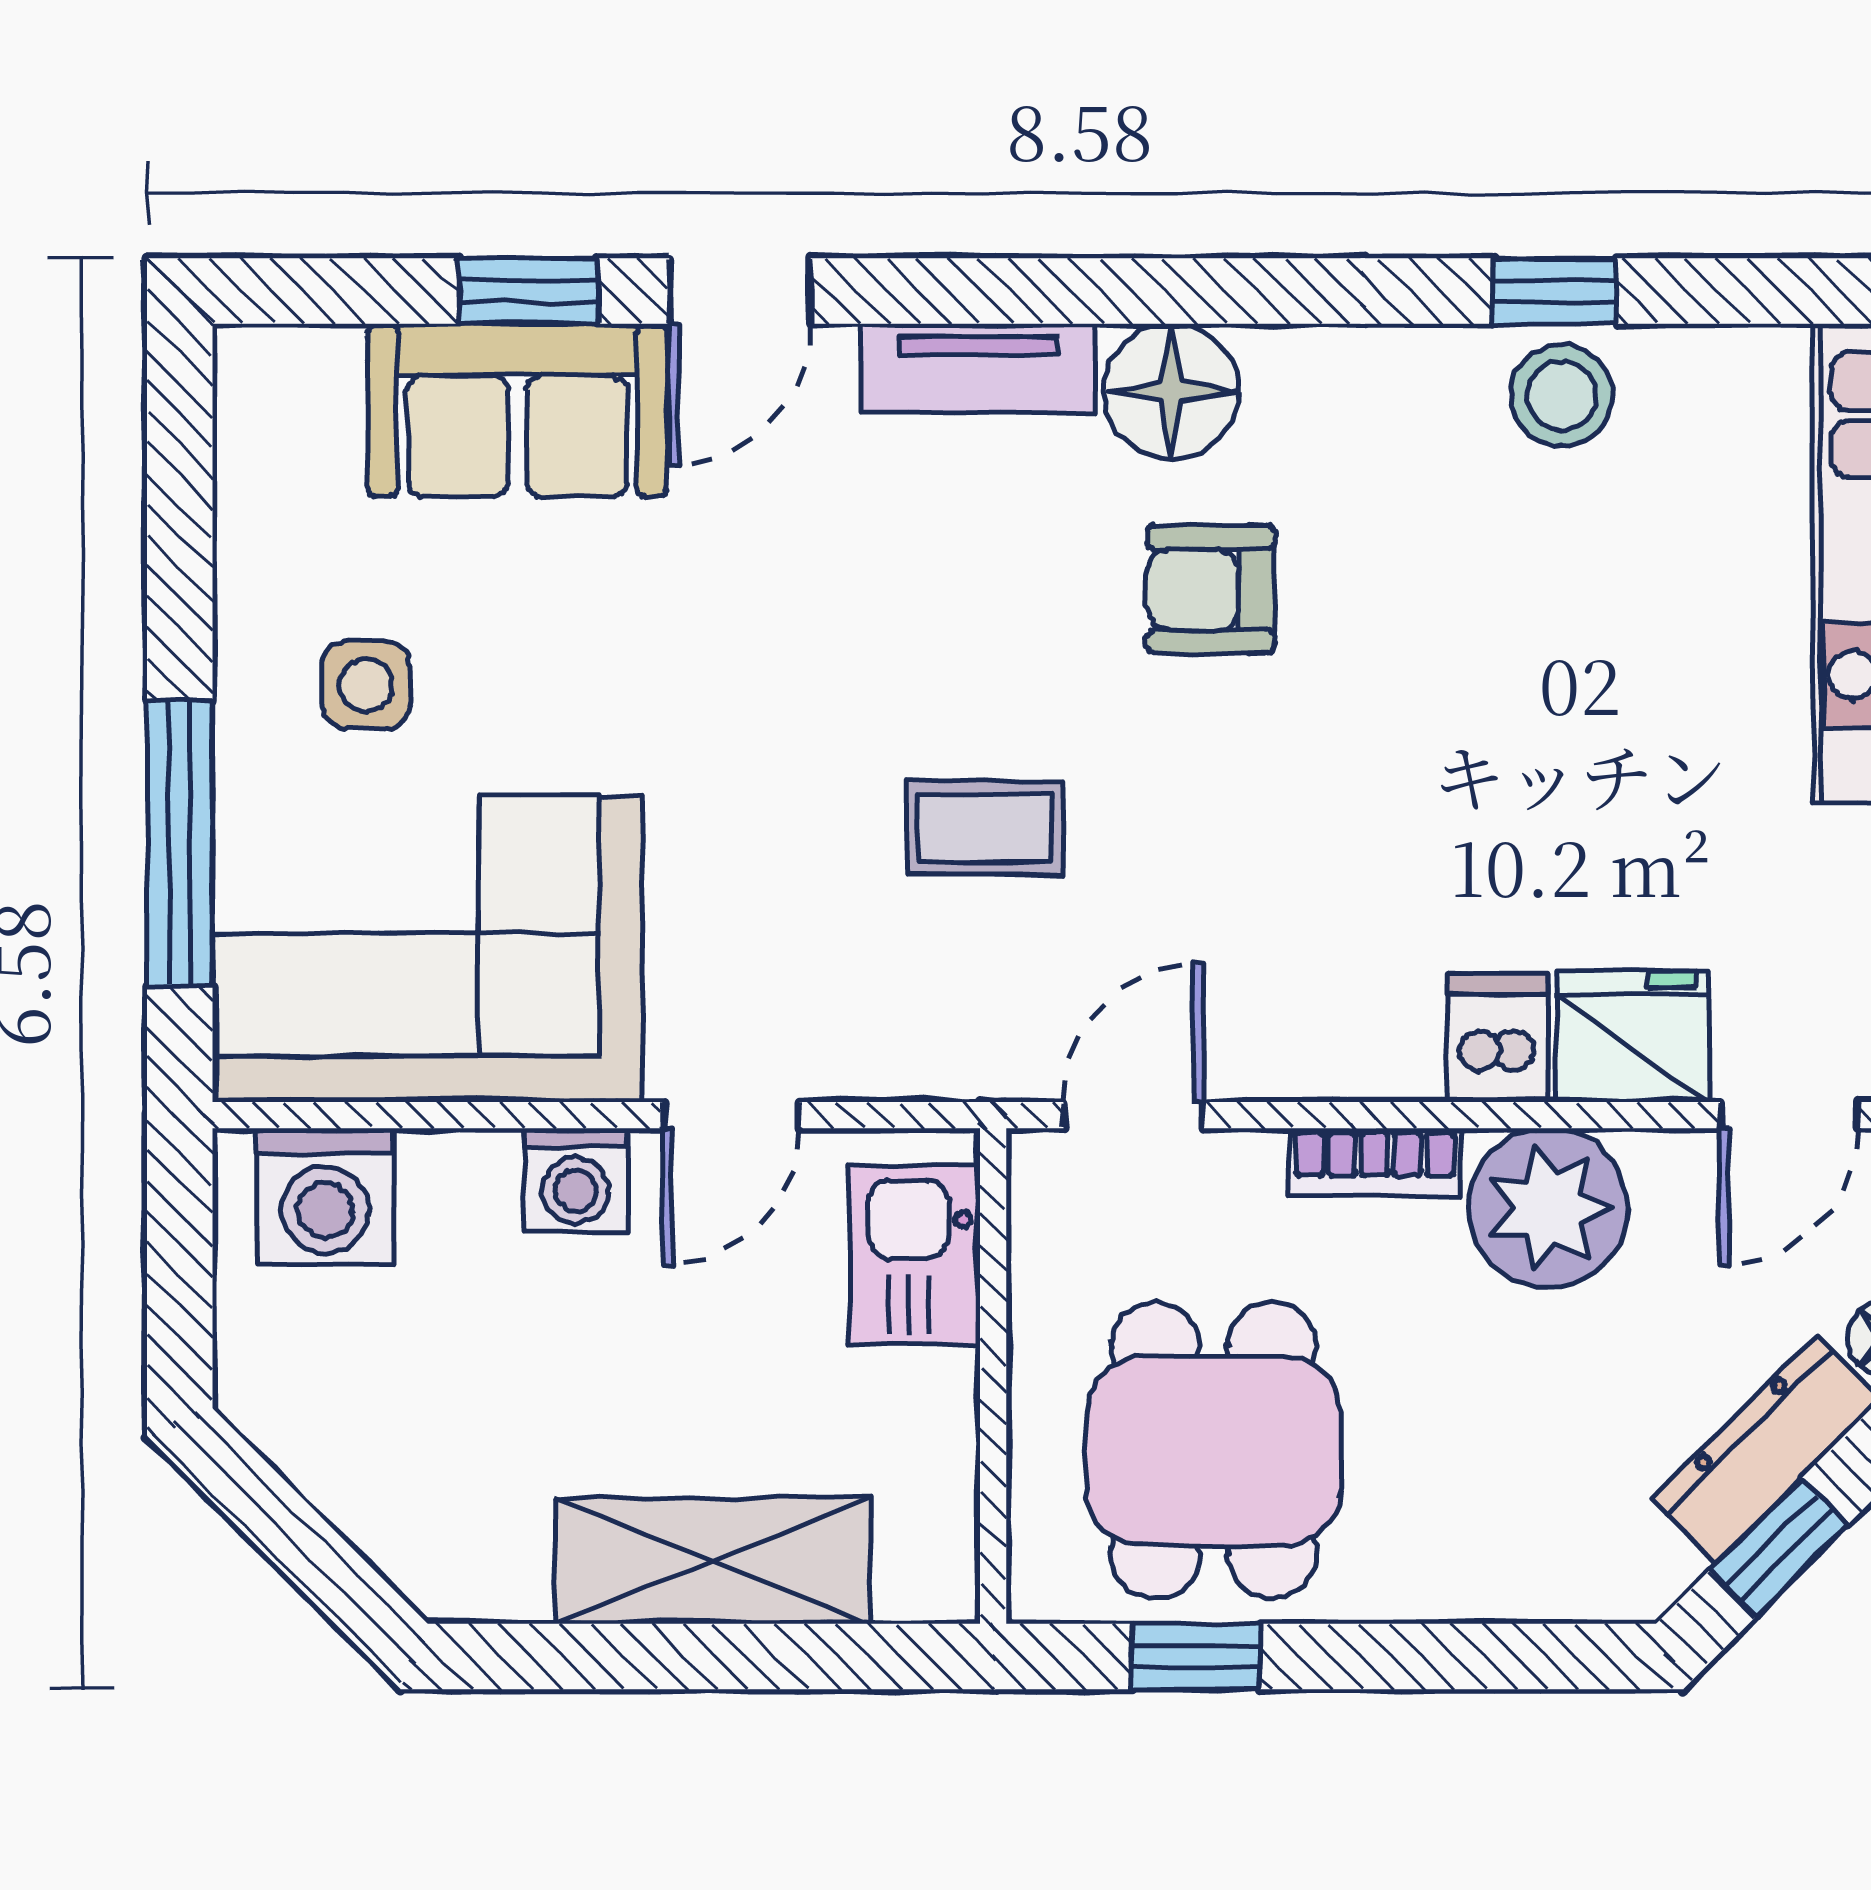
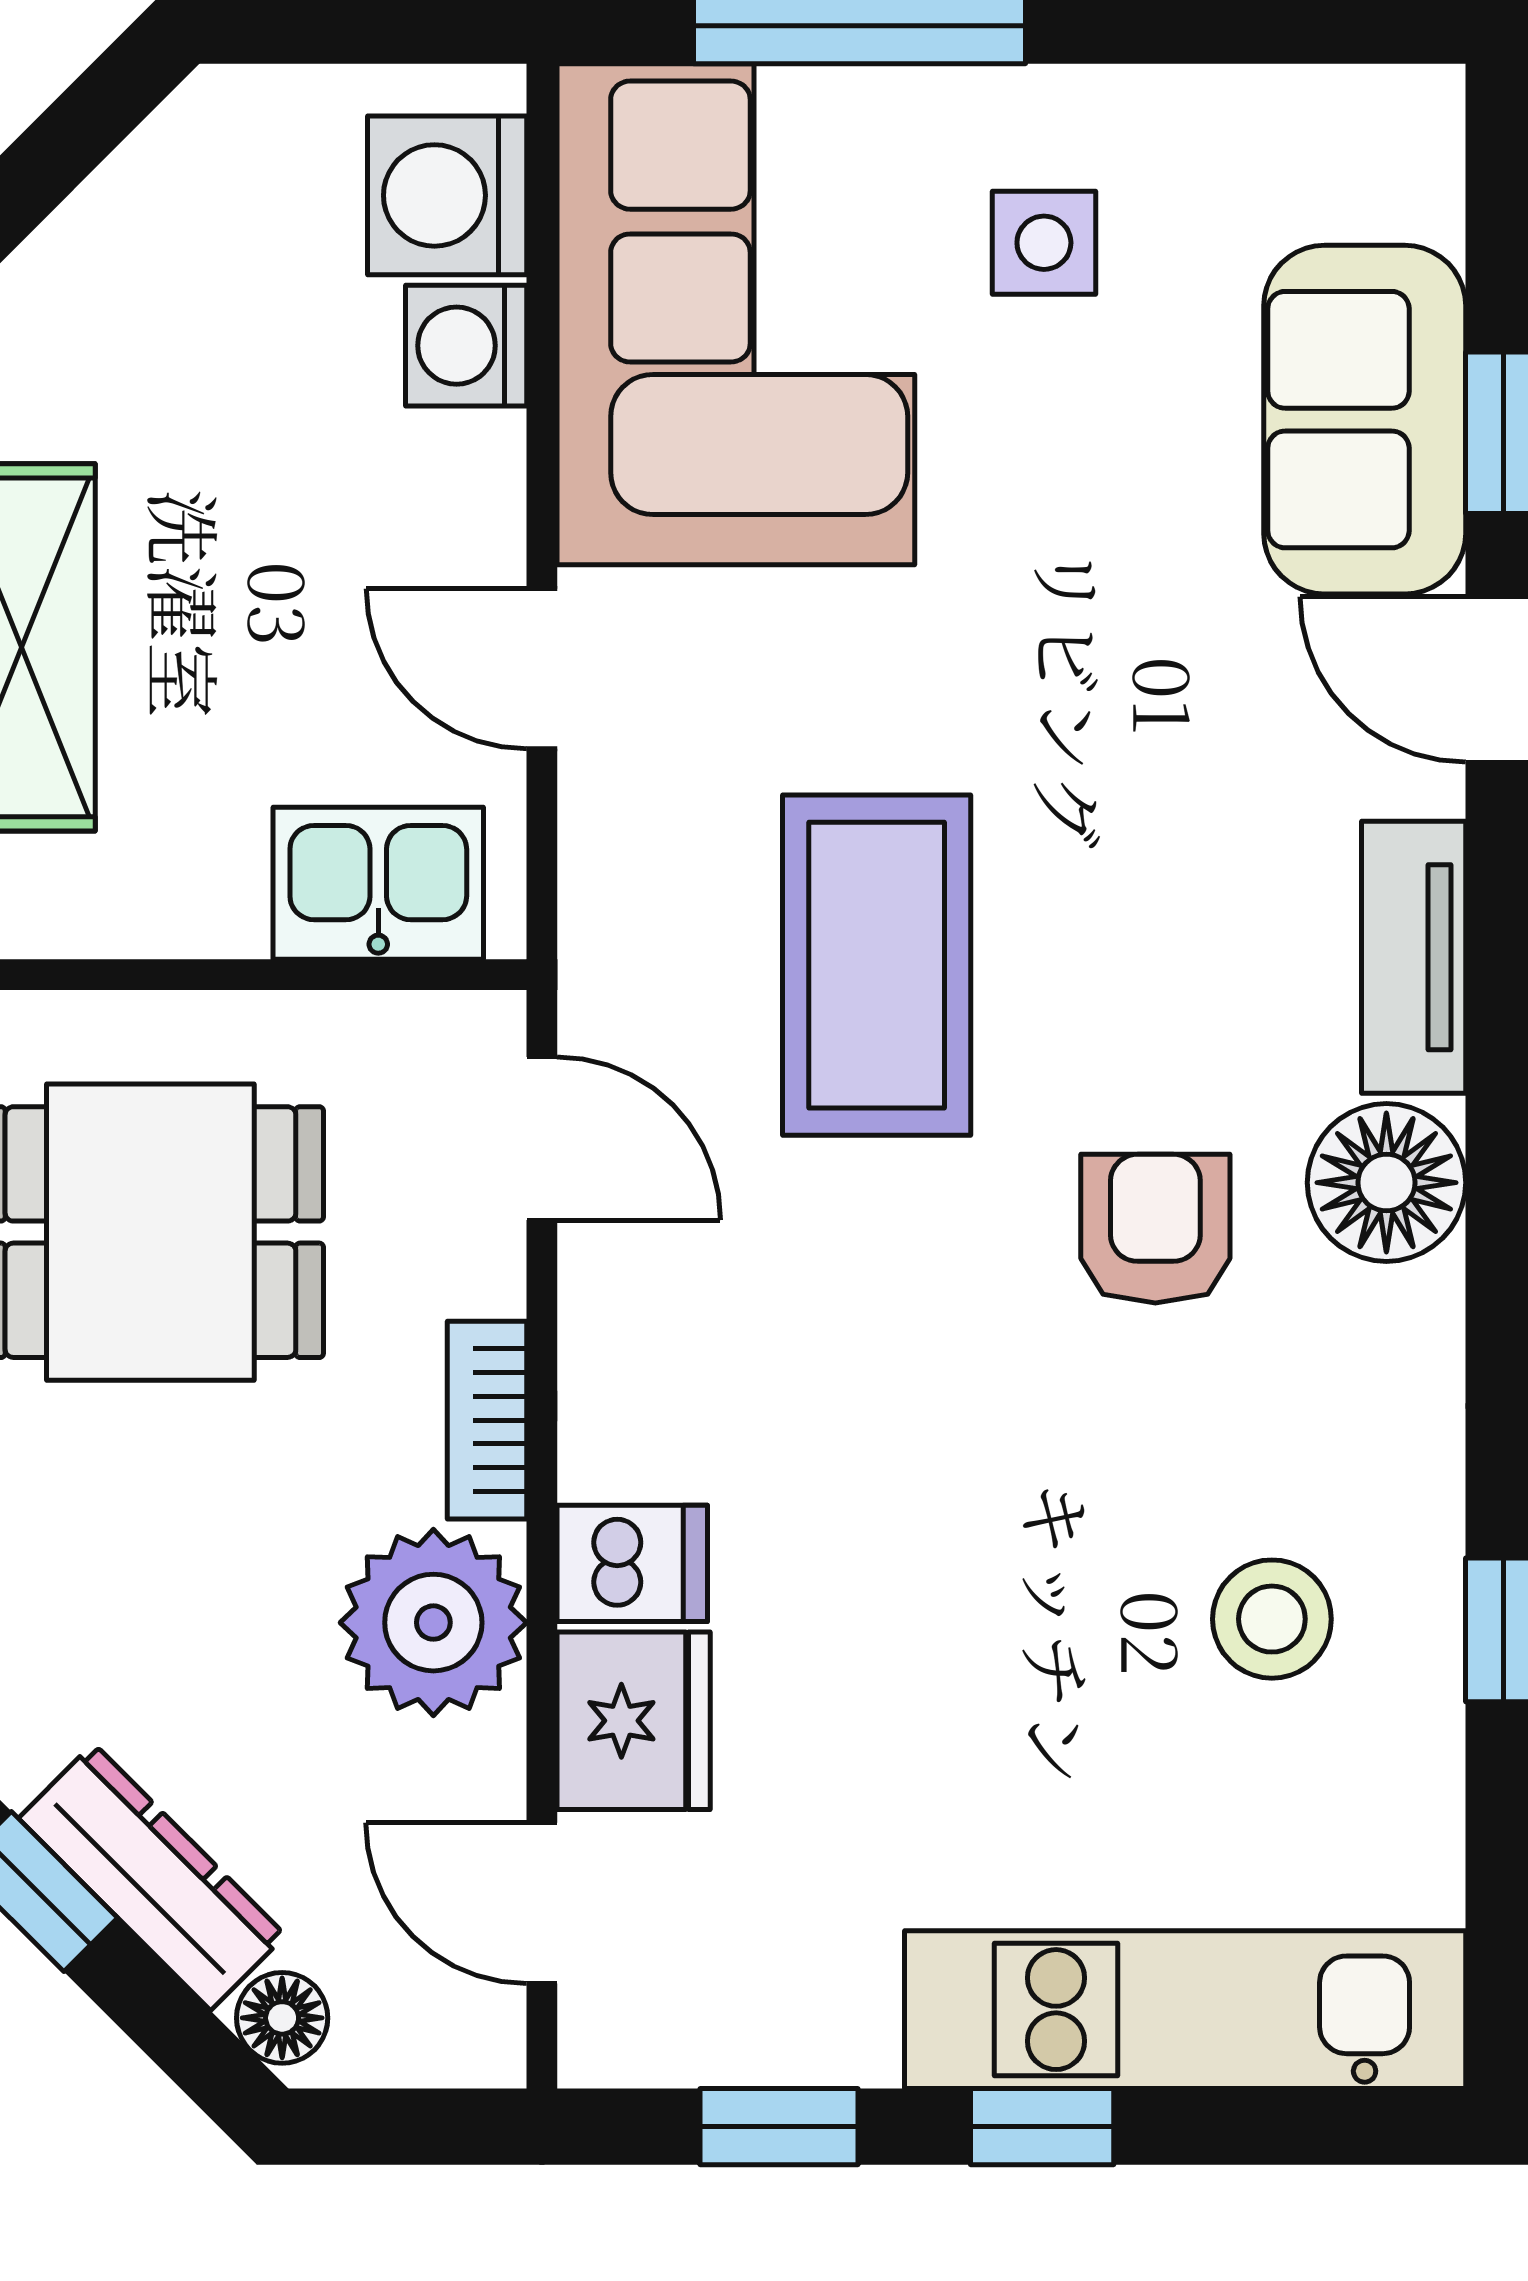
stool: (1562, 395) -> (1272, 1619), moved
coffee table: (985, 828) -> (877, 965), width x1.86, depth x1.72
washing machine: (575, 1180) -> (466, 346), moved

